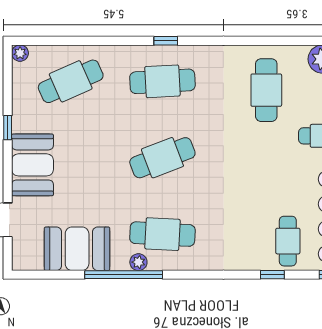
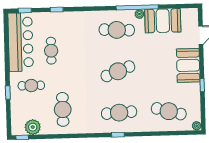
cafe table: (71, 81) -> (169, 111), turned 39
cafe table: (288, 241) -> (51, 51), moved
plant: (138, 262) -> (139, 14), moved

